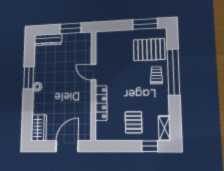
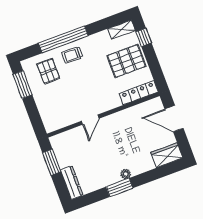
pallet: (149, 50) -> (48, 71), width x0.67, depth x0.71
locker: (101, 103) -> (139, 93), moved
pallet: (133, 122) -> (126, 61), width x1.50, depth x1.42

